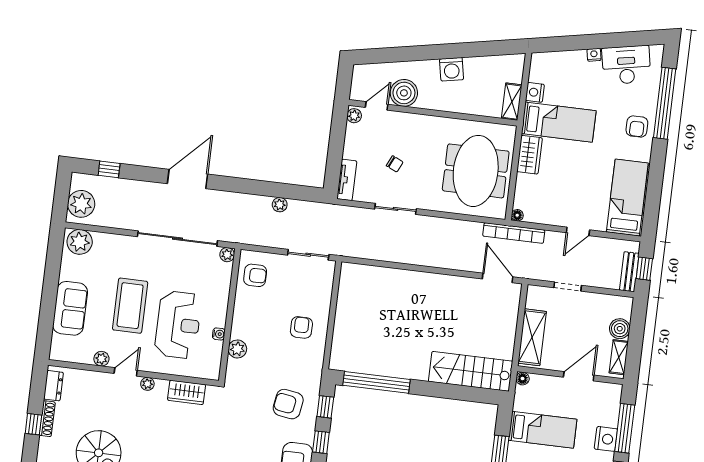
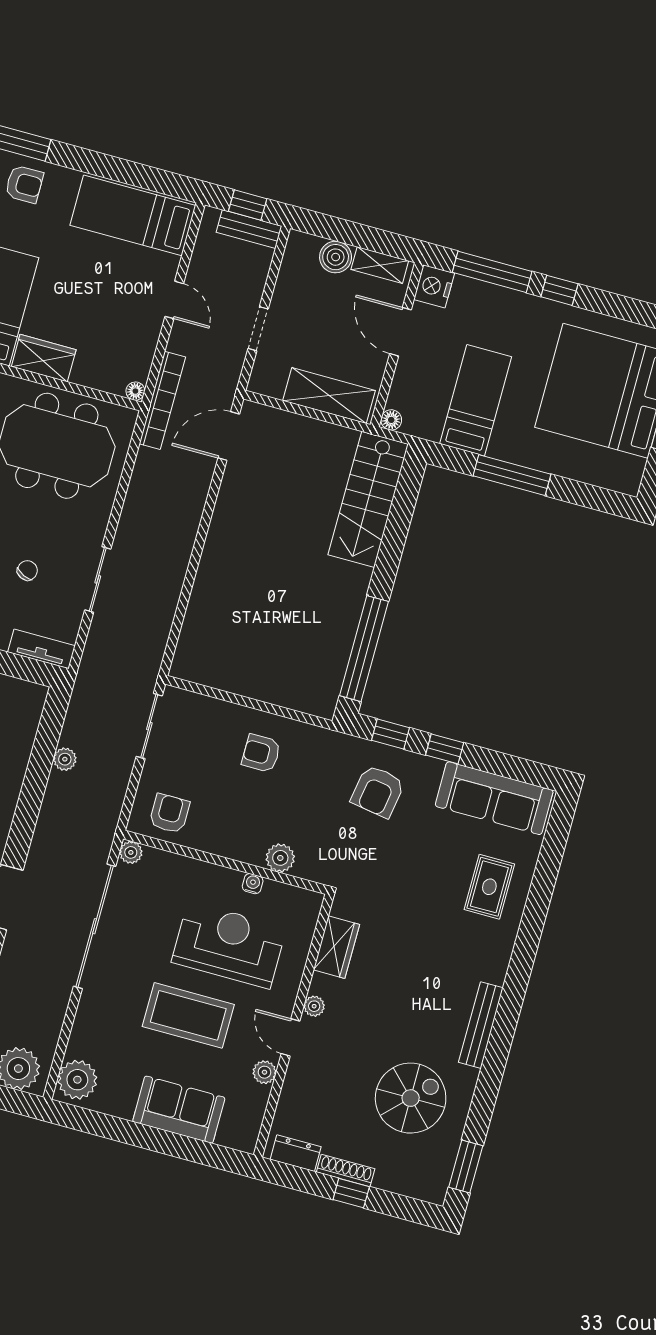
nightstand: (606, 439) -> (434, 286), moved, turned -90

